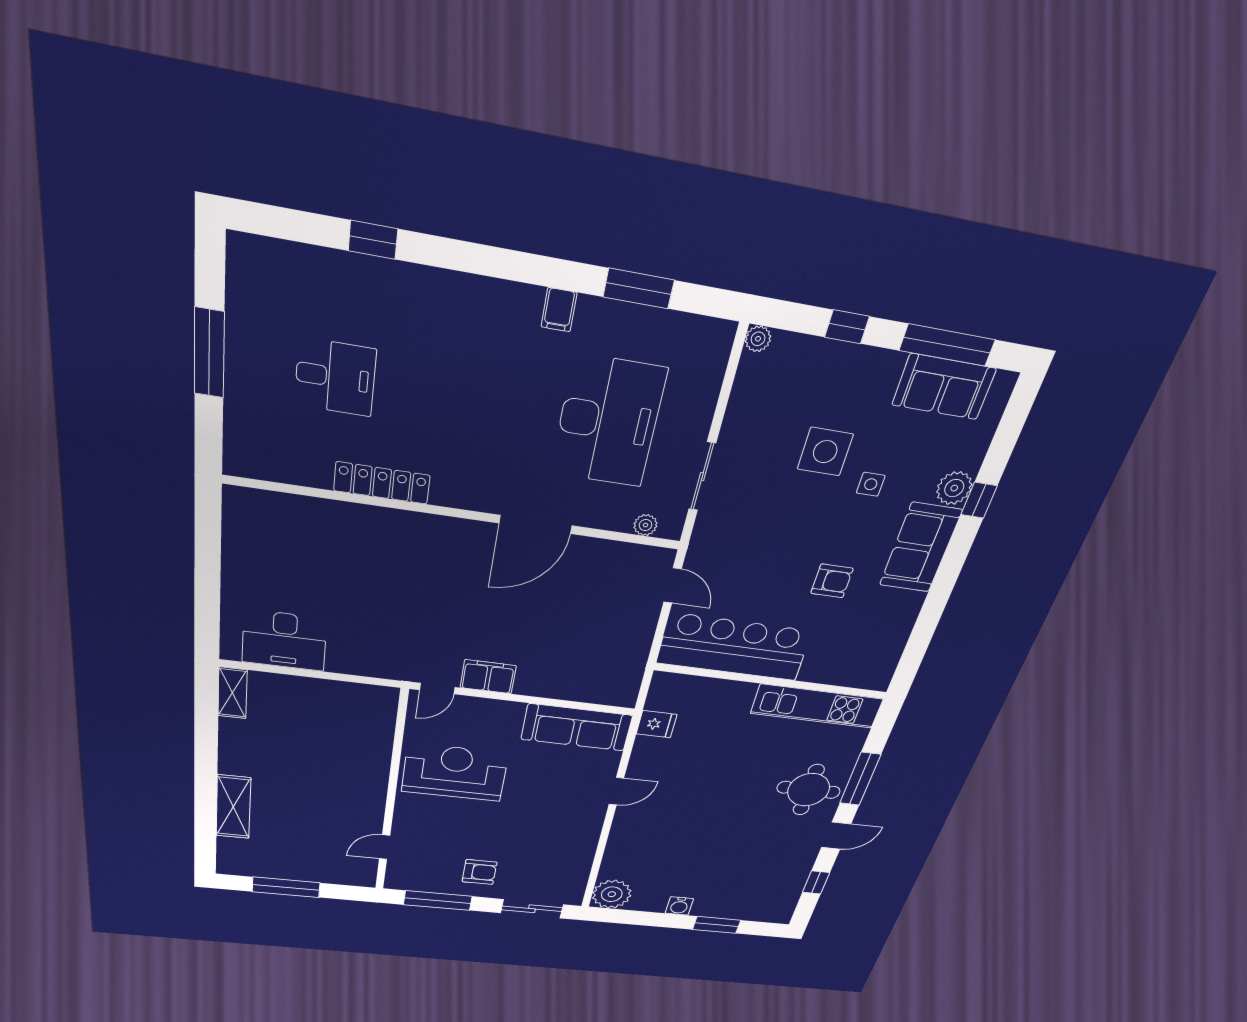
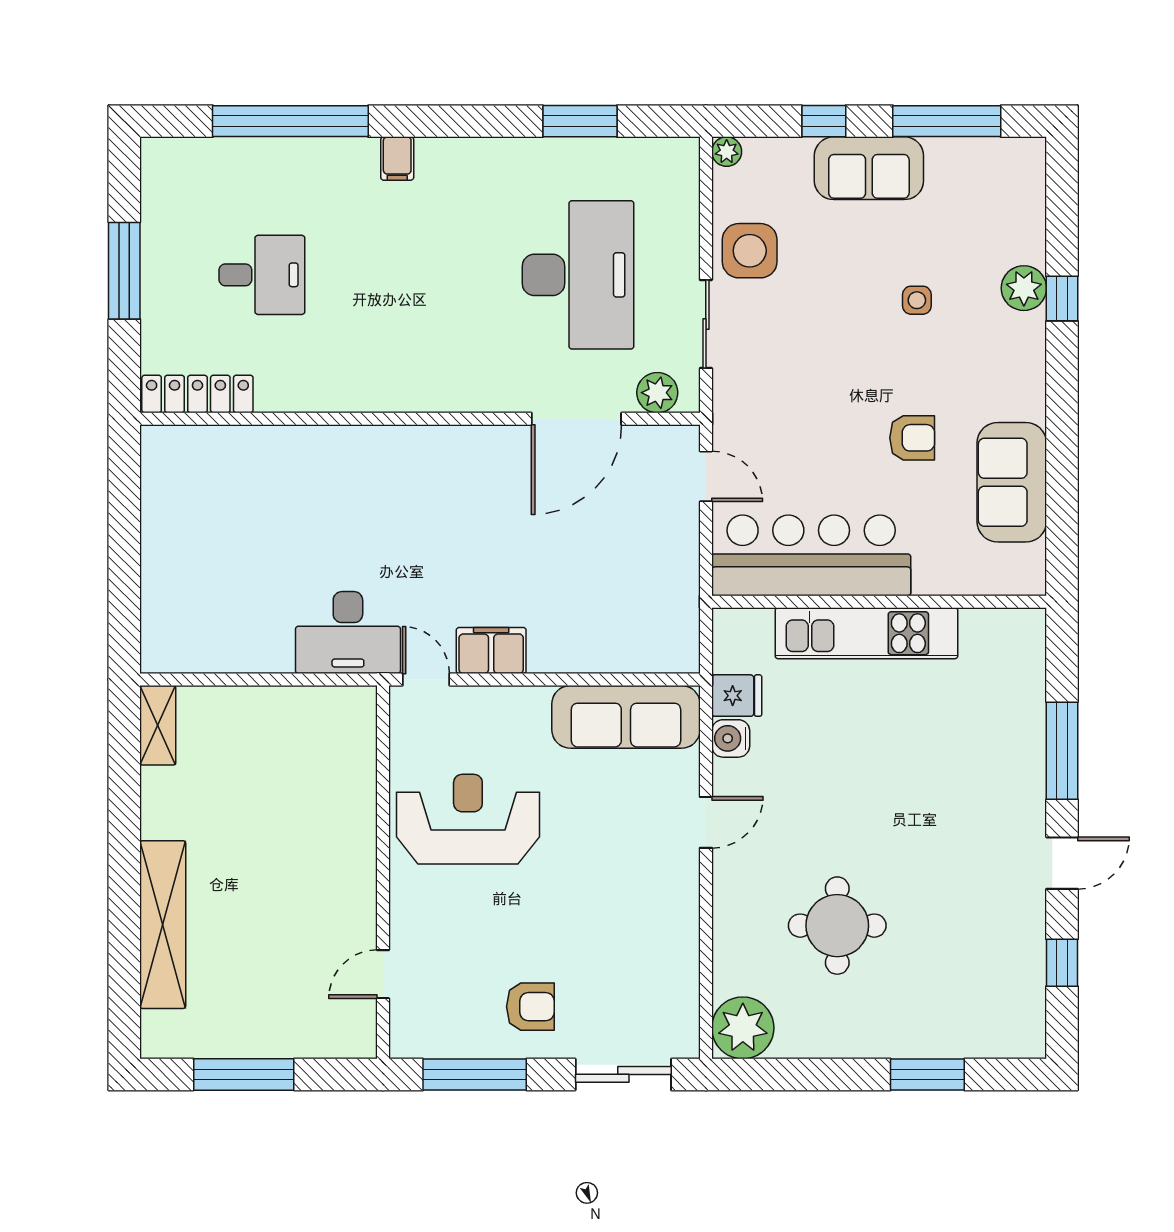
window: (373, 240) -> (290, 121), width x3.17
filing cabinet: (559, 310) -> (397, 159), moved
sofa: (944, 387) -> (869, 168), moved
side table: (825, 452) -> (750, 251), moved
locker: (382, 483) -> (197, 394), moved
door: (536, 524) -> (576, 419), moved
plant: (645, 525) -> (657, 393), width x1.38, depth x1.38
sofa: (920, 548) -> (1012, 482), moved
desk: (284, 640) -> (348, 633), moved
door: (437, 689) -> (426, 680), swing flipped
kitchen unit: (817, 706) -> (866, 633), moved
round table: (809, 790) -> (837, 926), moved
shelving: (233, 807) -> (163, 925), width x1.47
water cooler: (679, 906) -> (731, 738), moved, turned 90

